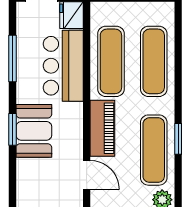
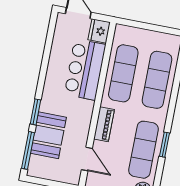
window: (13, 59) -> (28, 150), moved
piano: (102, 128) -> (104, 124), width x0.73, depth x0.75
booth: (34, 131) -> (48, 135), moved

